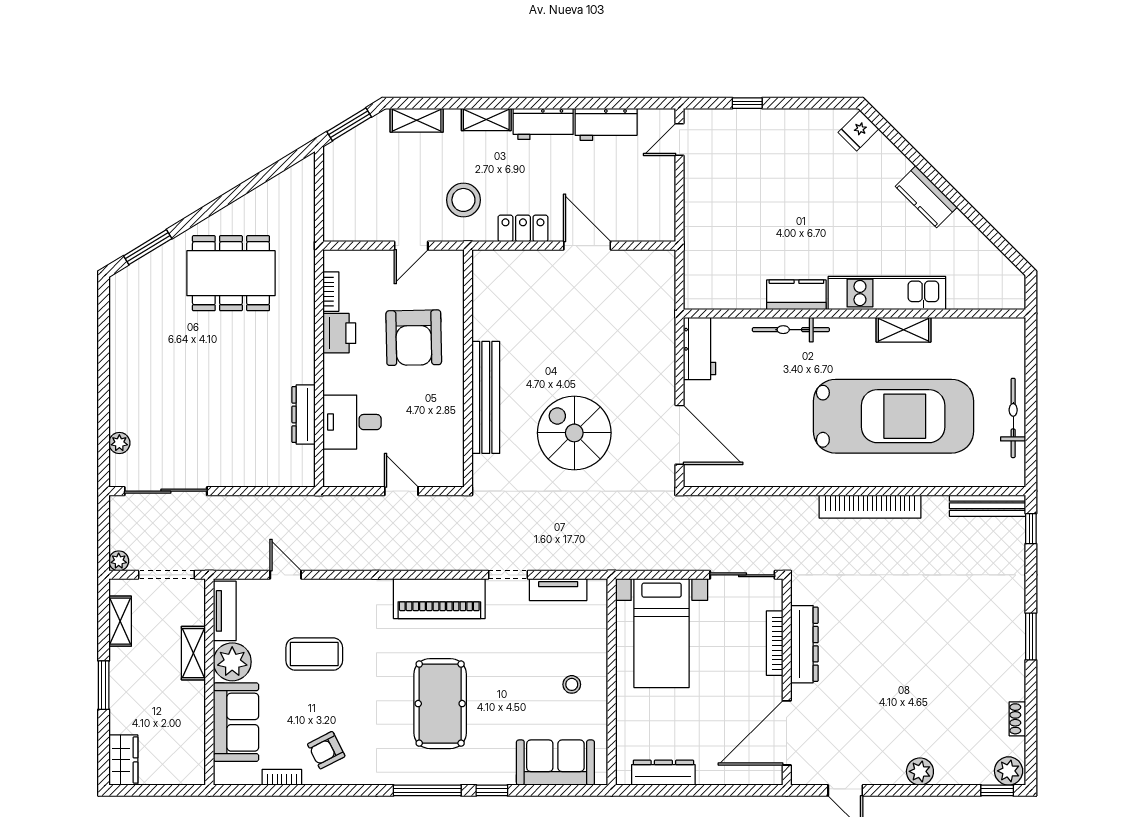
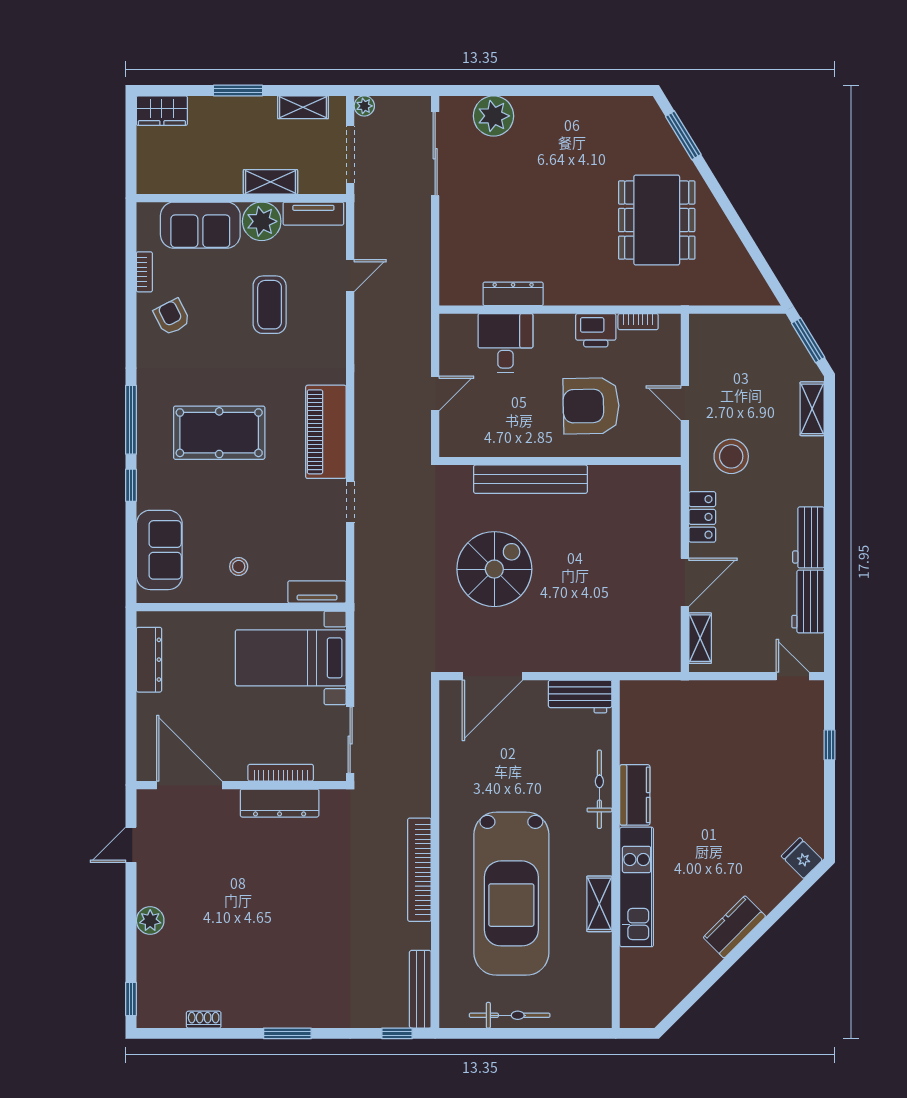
shelving: (486, 120) -> (700, 638), moved
plant: (119, 443) -> (494, 116), width x1.88, depth x1.88
tv unit: (558, 590) -> (317, 592), moved, turned 90
plant: (1009, 771) -> (151, 1011), removed

